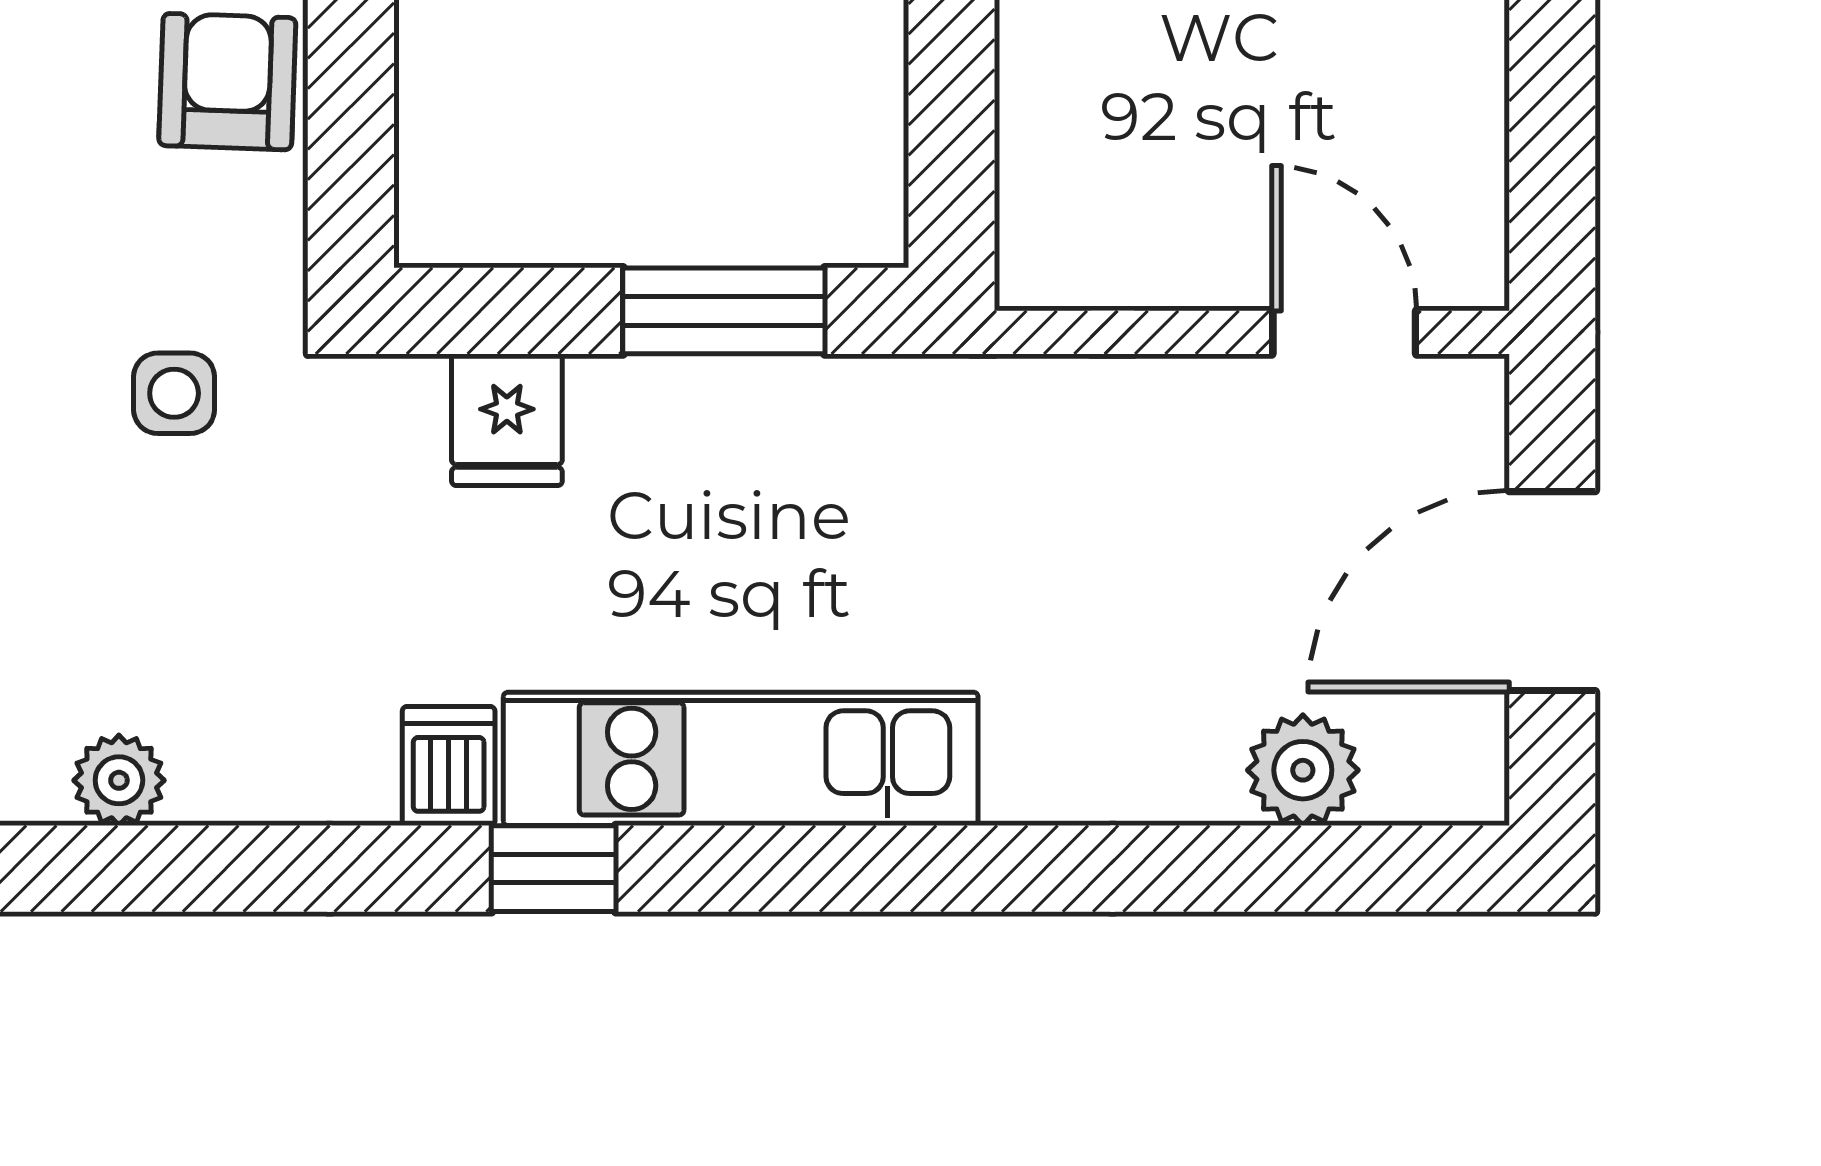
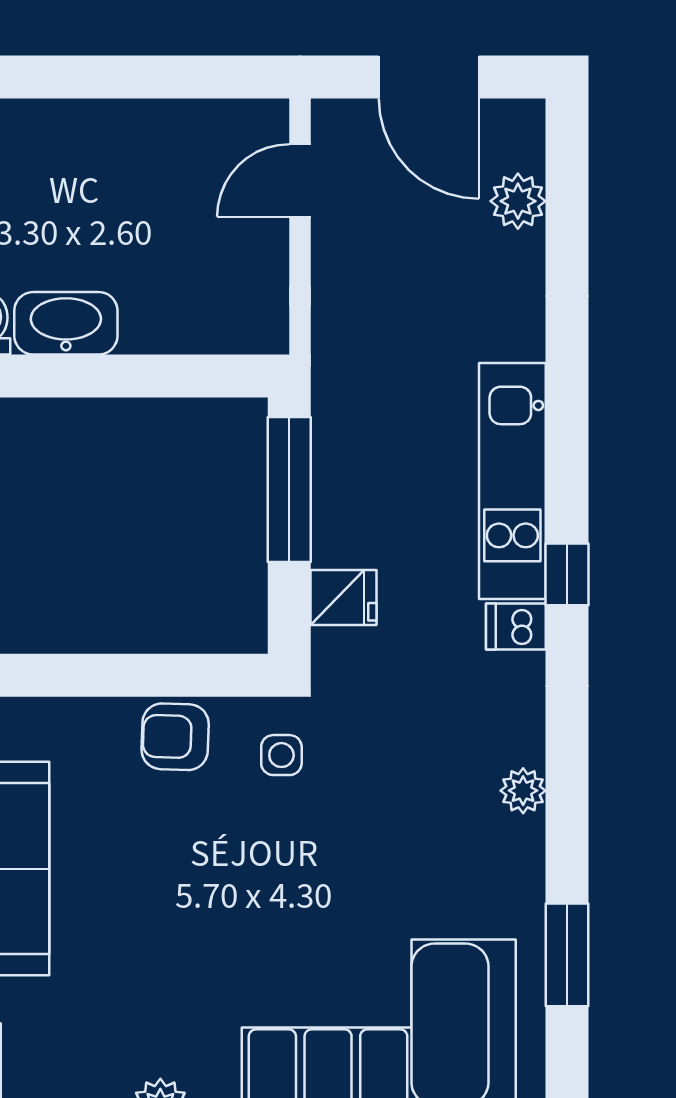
window: (724, 311) -> (289, 489), width x1.44
side table: (174, 393) -> (281, 755), moved

